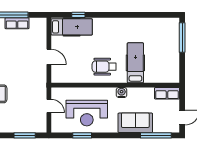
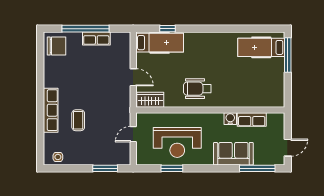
hospital bed: (135, 63) -> (261, 47), moved, turned -90
wardrobe: (64, 76) -> (150, 100), added
water cooler: (122, 93) -> (230, 119), moved
row of seats: (167, 93) -> (252, 120), moved
door: (49, 106) -> (133, 134), swing flipped

